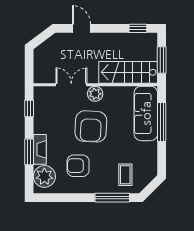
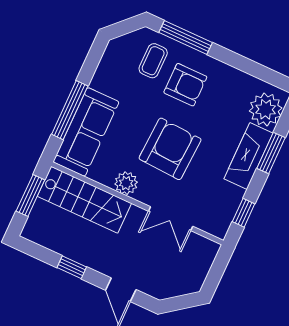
window: (138, 28) -> (72, 267), moved
plant: (95, 94) -> (126, 183), moved
fireplace: (40, 149) -> (248, 156), width x1.37, depth x1.32
armchair: (78, 166) -> (185, 85), moved

